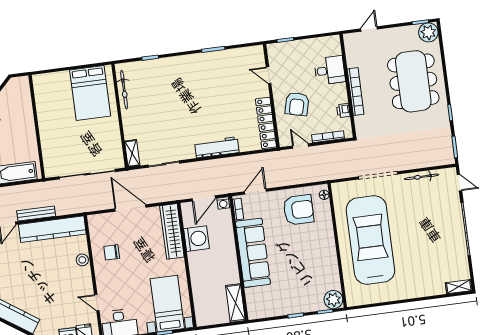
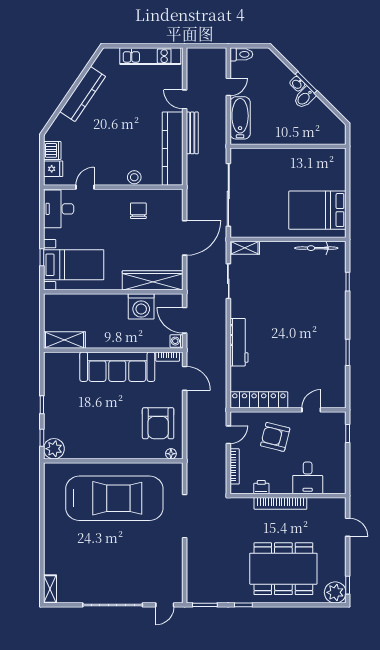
bicycle: (422, 177) -> (177, 564), removed

